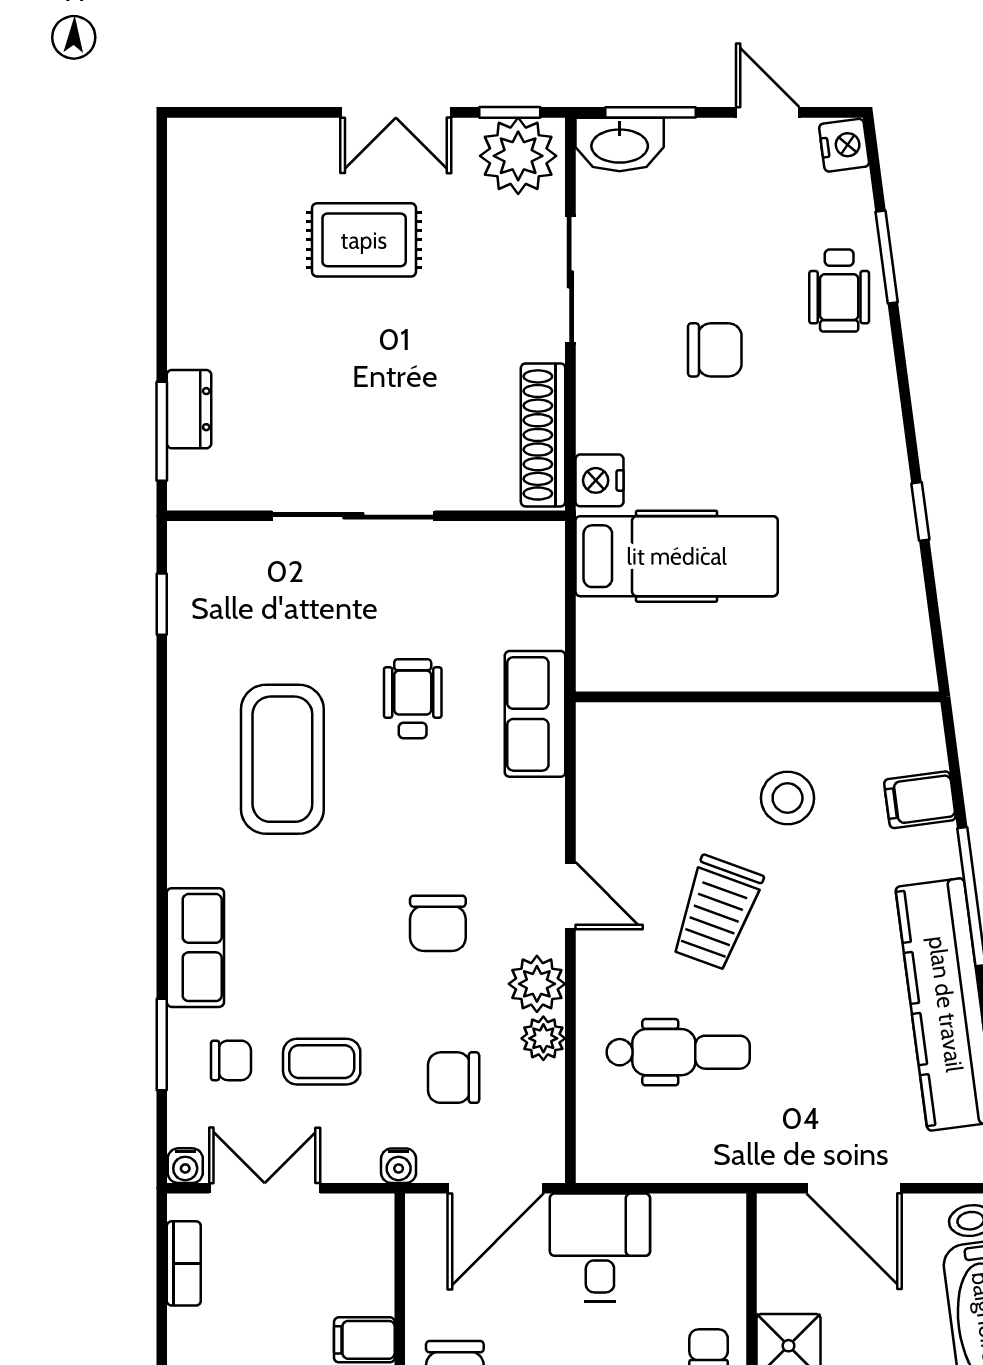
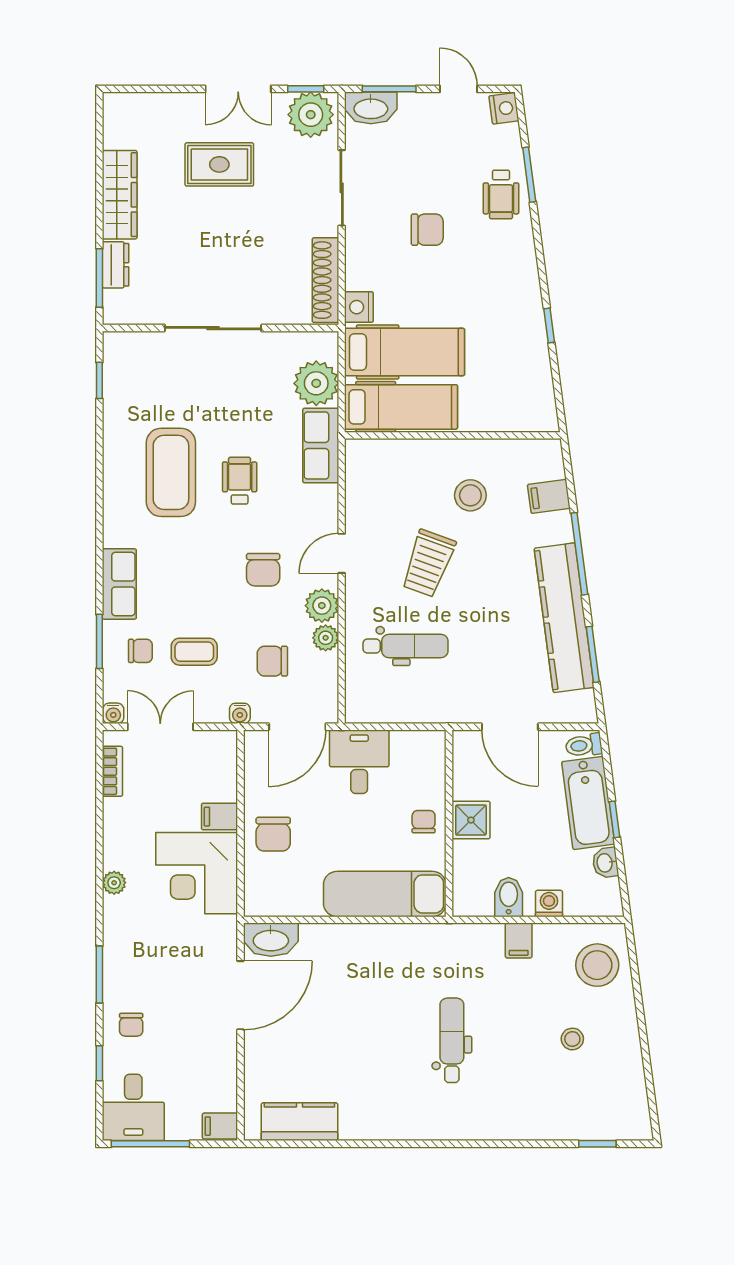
wardrobe: (196, 291) -> (120, 195), added
plant: (527, 609) -> (316, 383), added
hospital bed: (671, 649) -> (401, 407), added
wheelchair: (413, 699) -> (240, 481), moved
door: (570, 896) -> (342, 553), swing flipped

